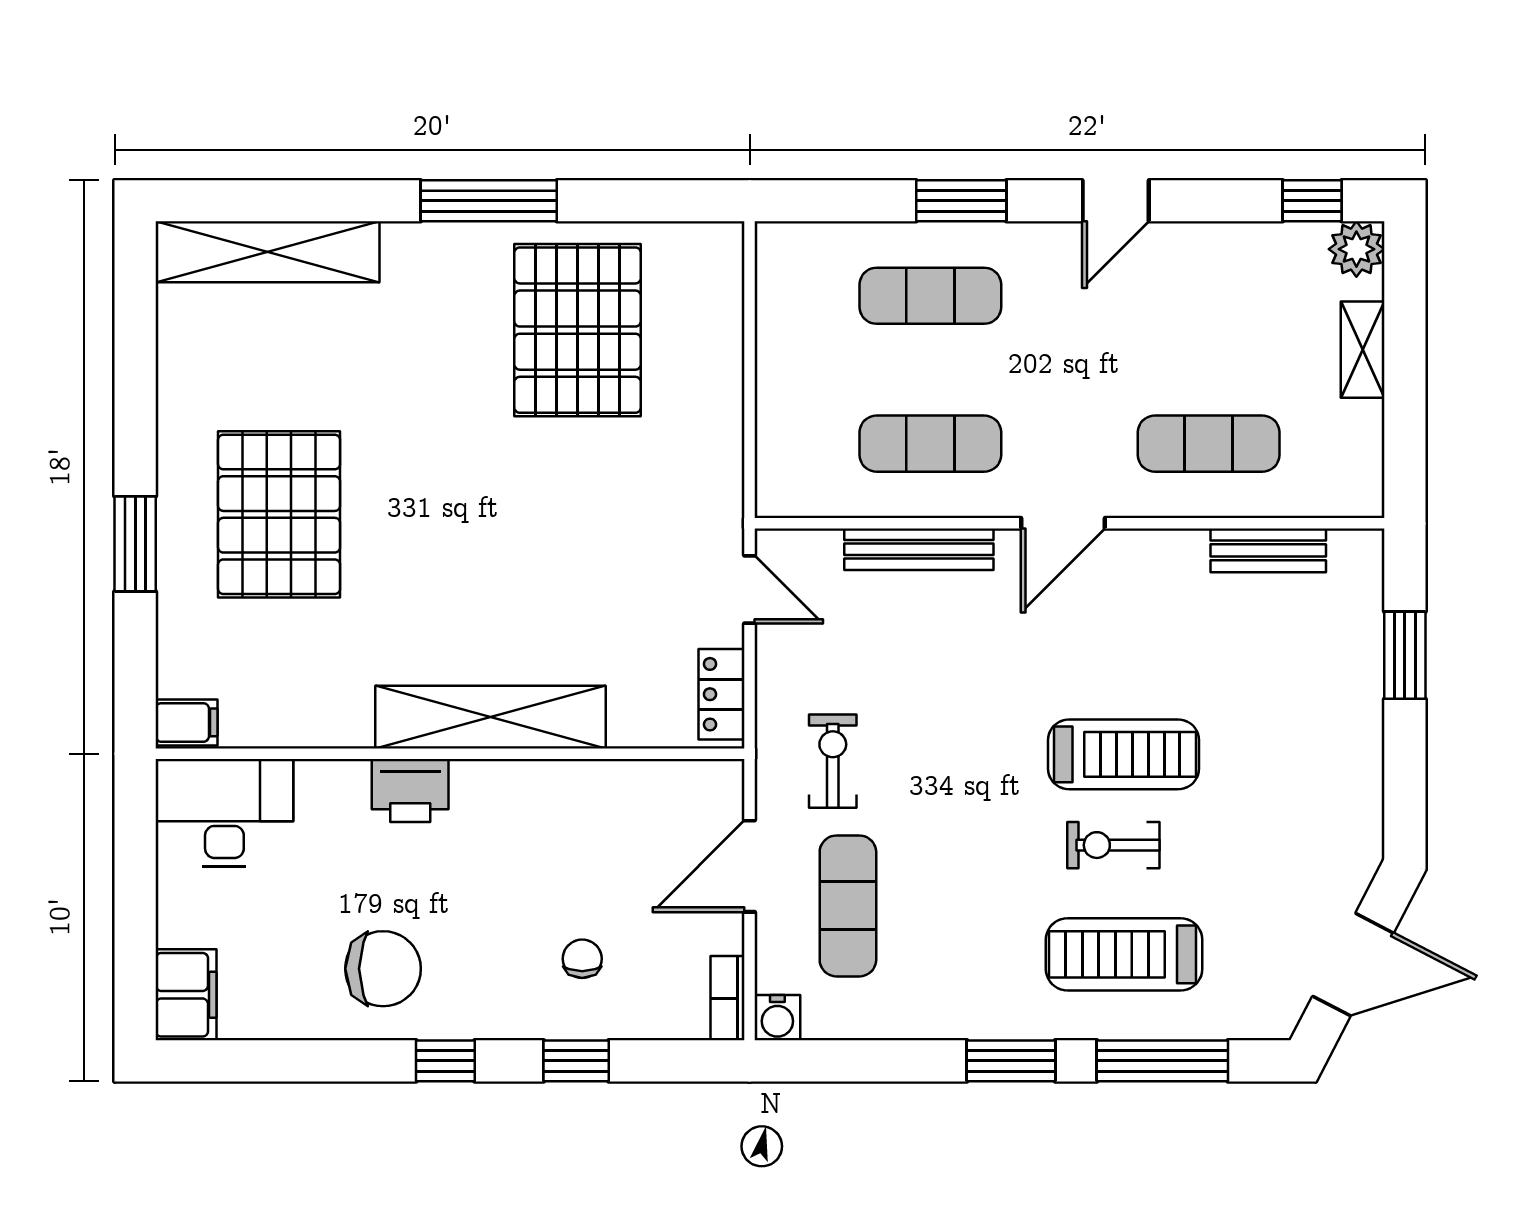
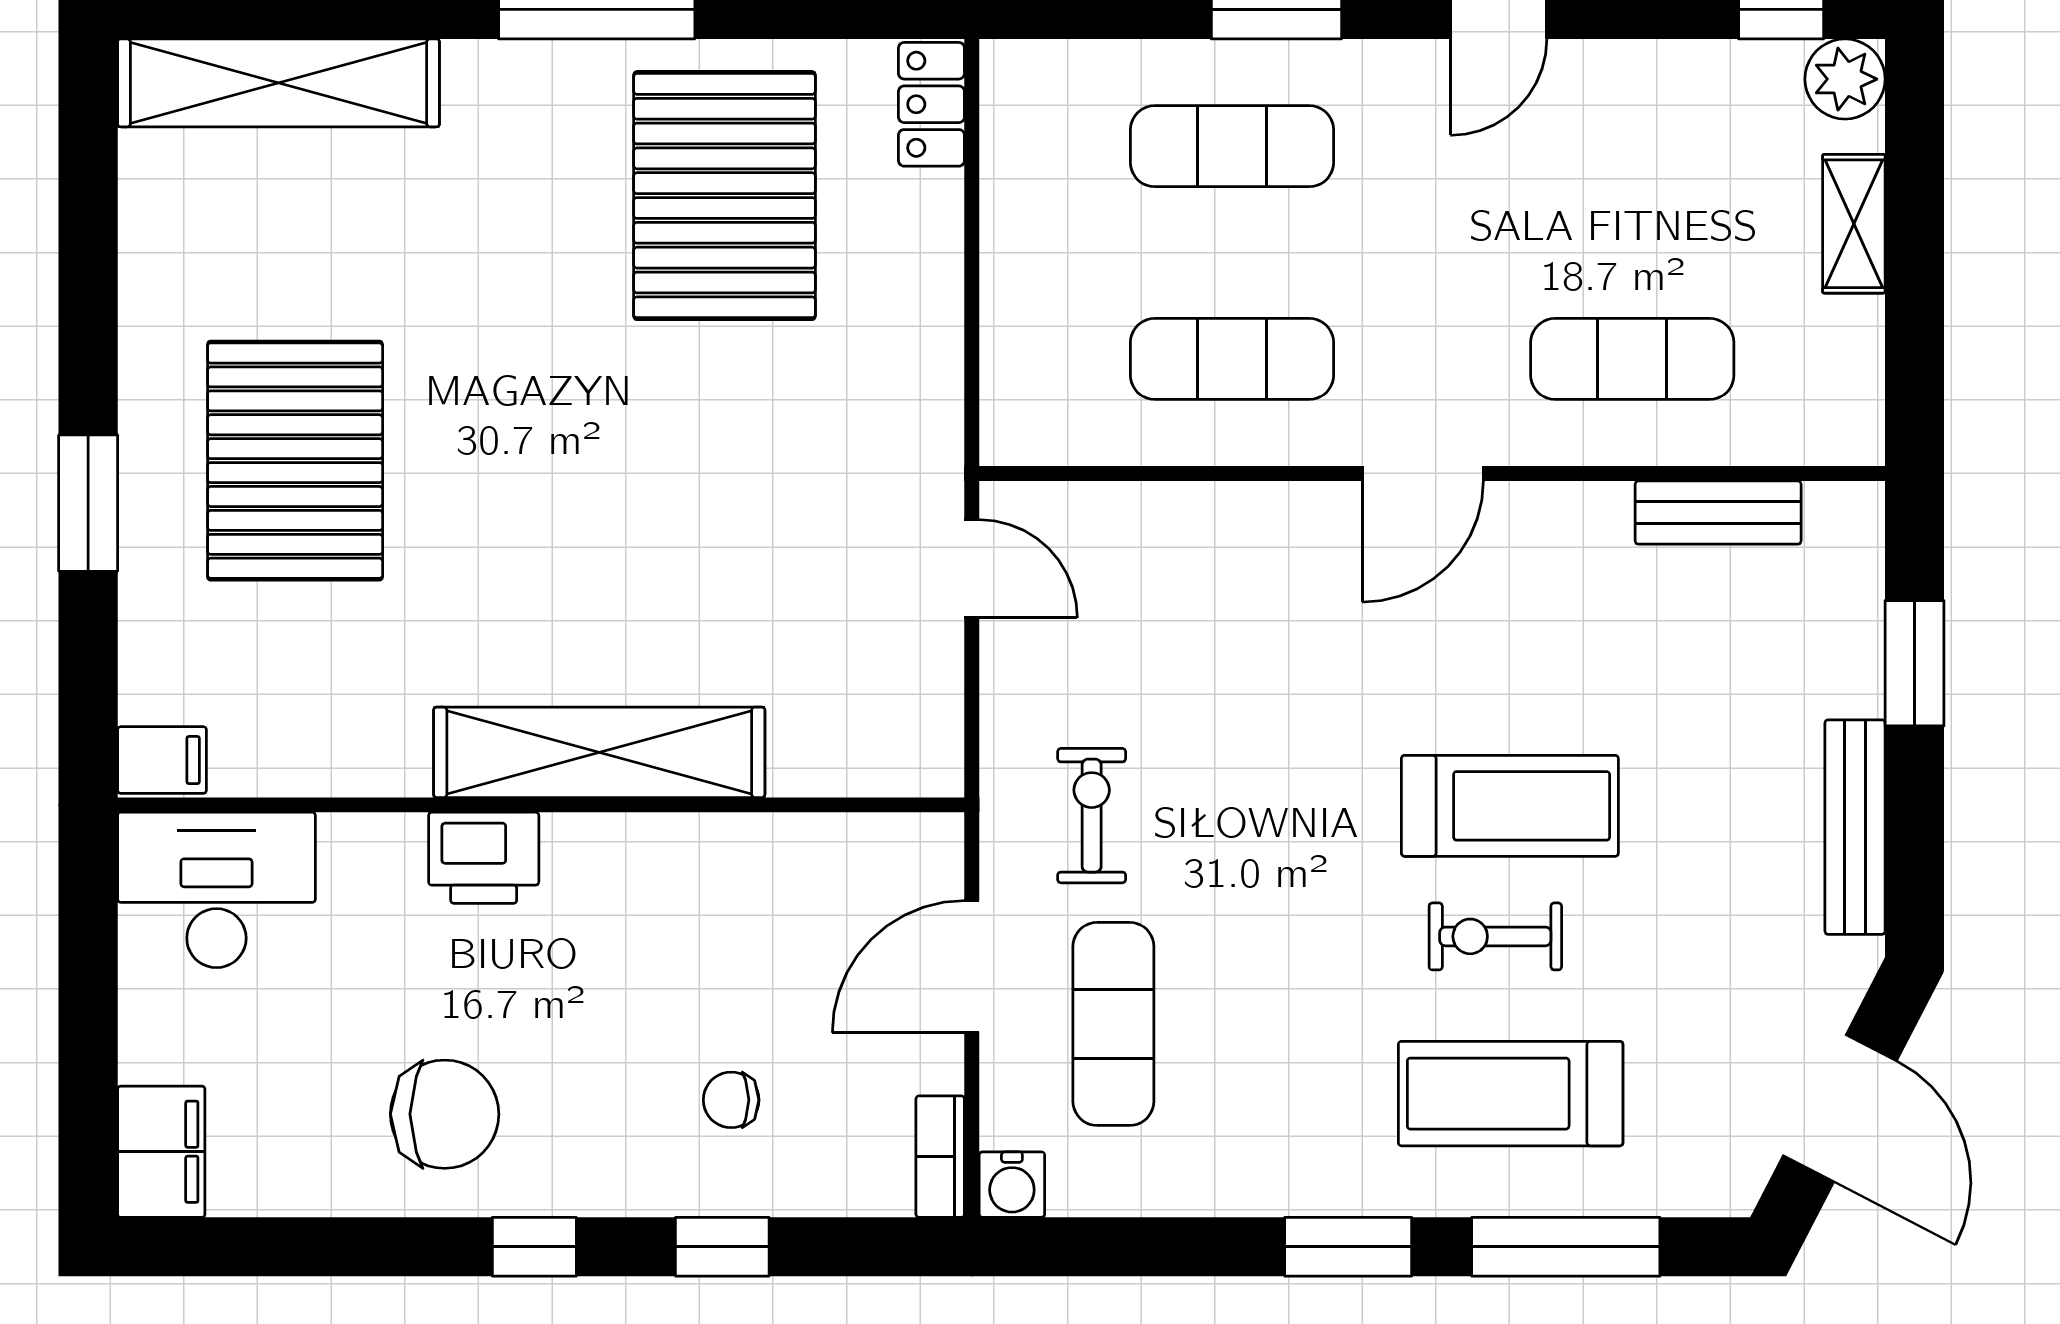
bench: (919, 549) -> (1855, 827), moved, turned 90
locker: (721, 694) -> (931, 104), moved
chair: (582, 959) -> (731, 1100), turned -90
door: (1353, 965) -> (1840, 1108), hinge flipped

